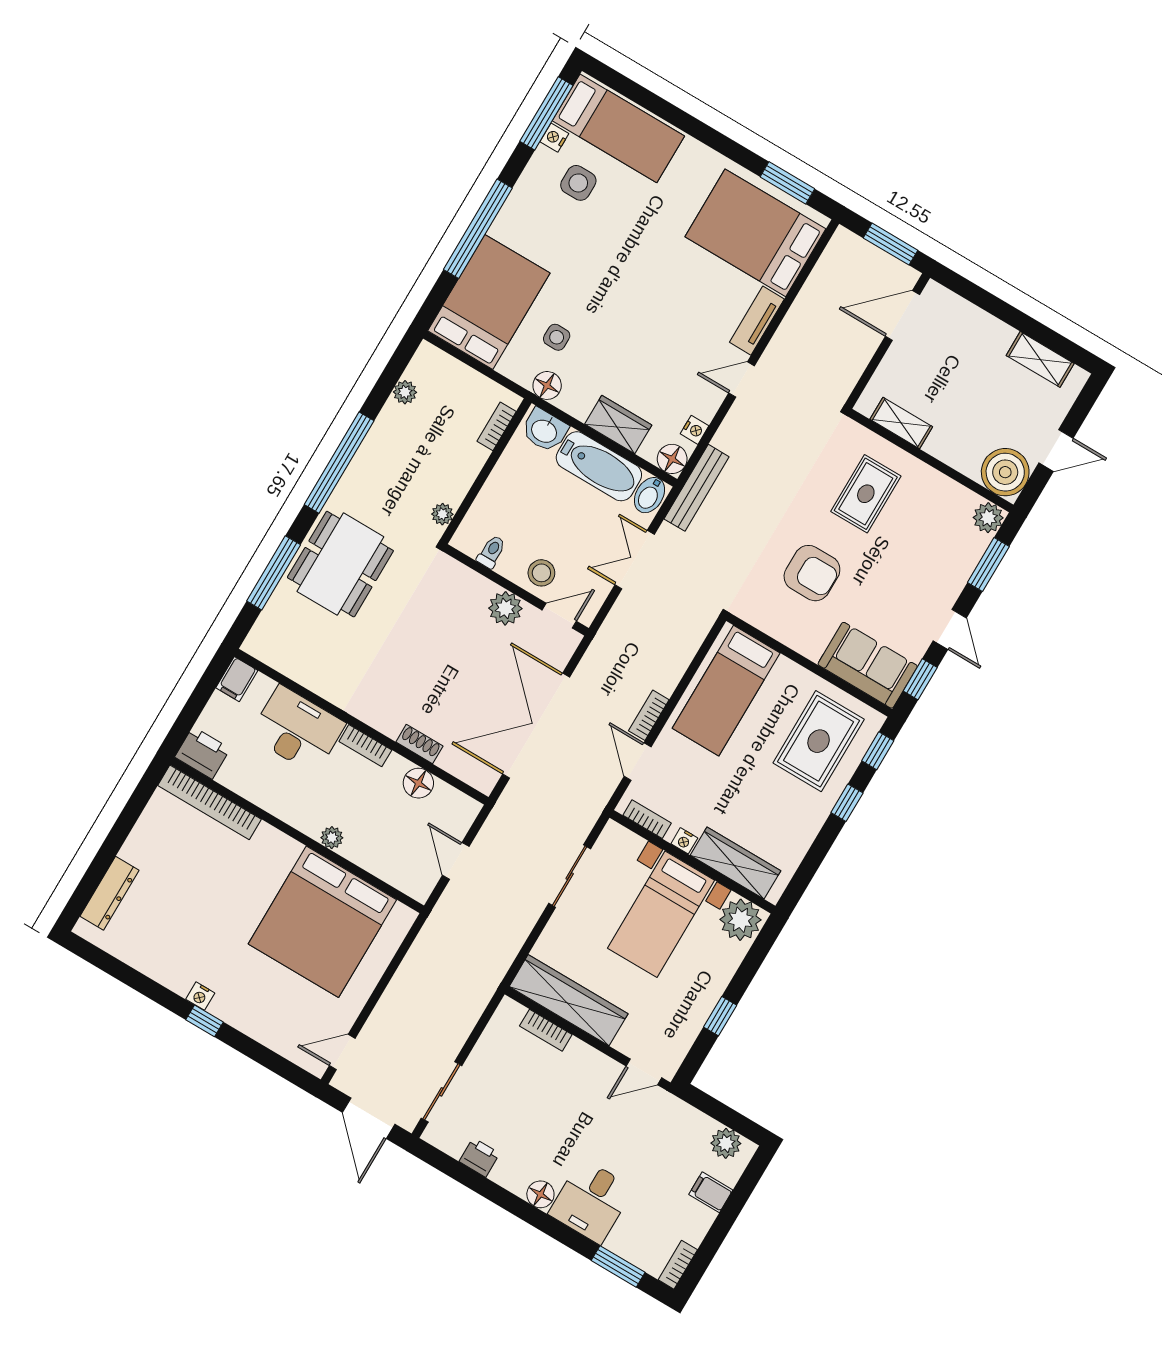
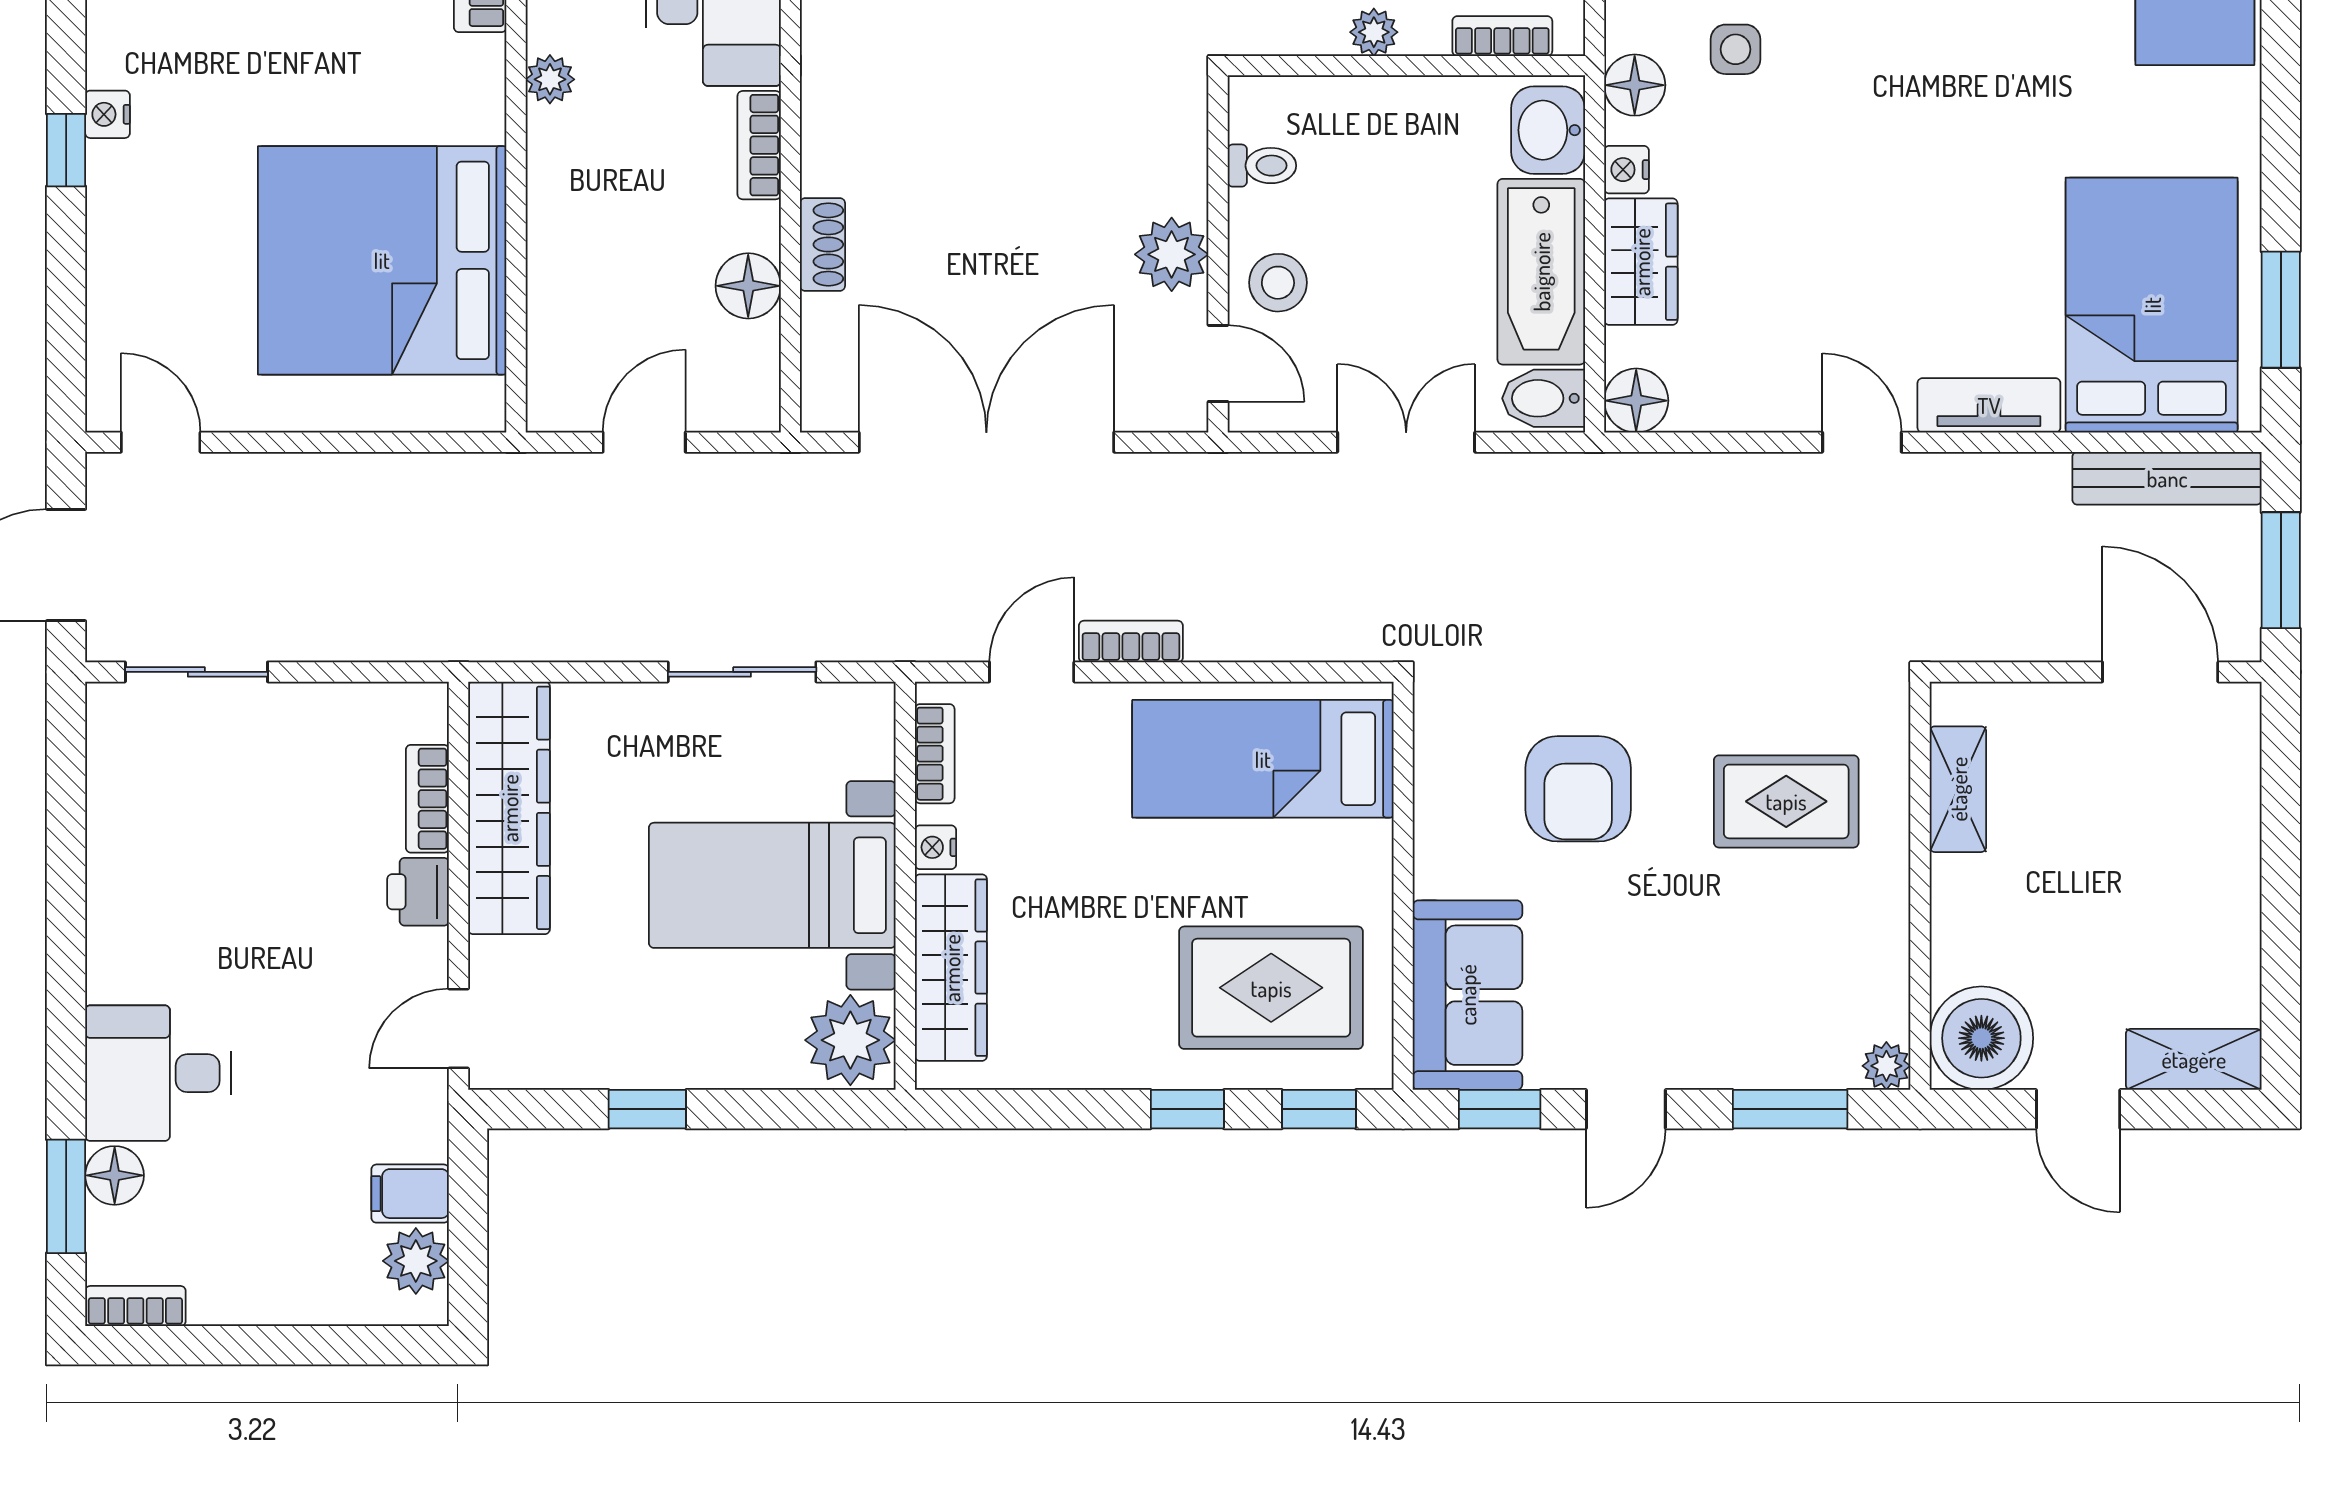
shelving: (1040, 359) -> (2194, 1059), moved, turned 90
nightstand: (695, 430) -> (1627, 170), moved, turned 90
bench: (697, 488) -> (2167, 478), moved
plant: (442, 514) -> (1374, 32), moved
plant: (988, 518) -> (1886, 1066), width x0.73, depth x0.73
plant: (332, 838) -> (550, 79), moved
door: (644, 1072) -> (459, 1028), hinge flipped
printer: (479, 1157) -> (418, 892), moved, turned 180
filing cabinet: (711, 1192) -> (410, 1194), moved, turned -90
floor lamp: (540, 1194) -> (115, 1175), moved

